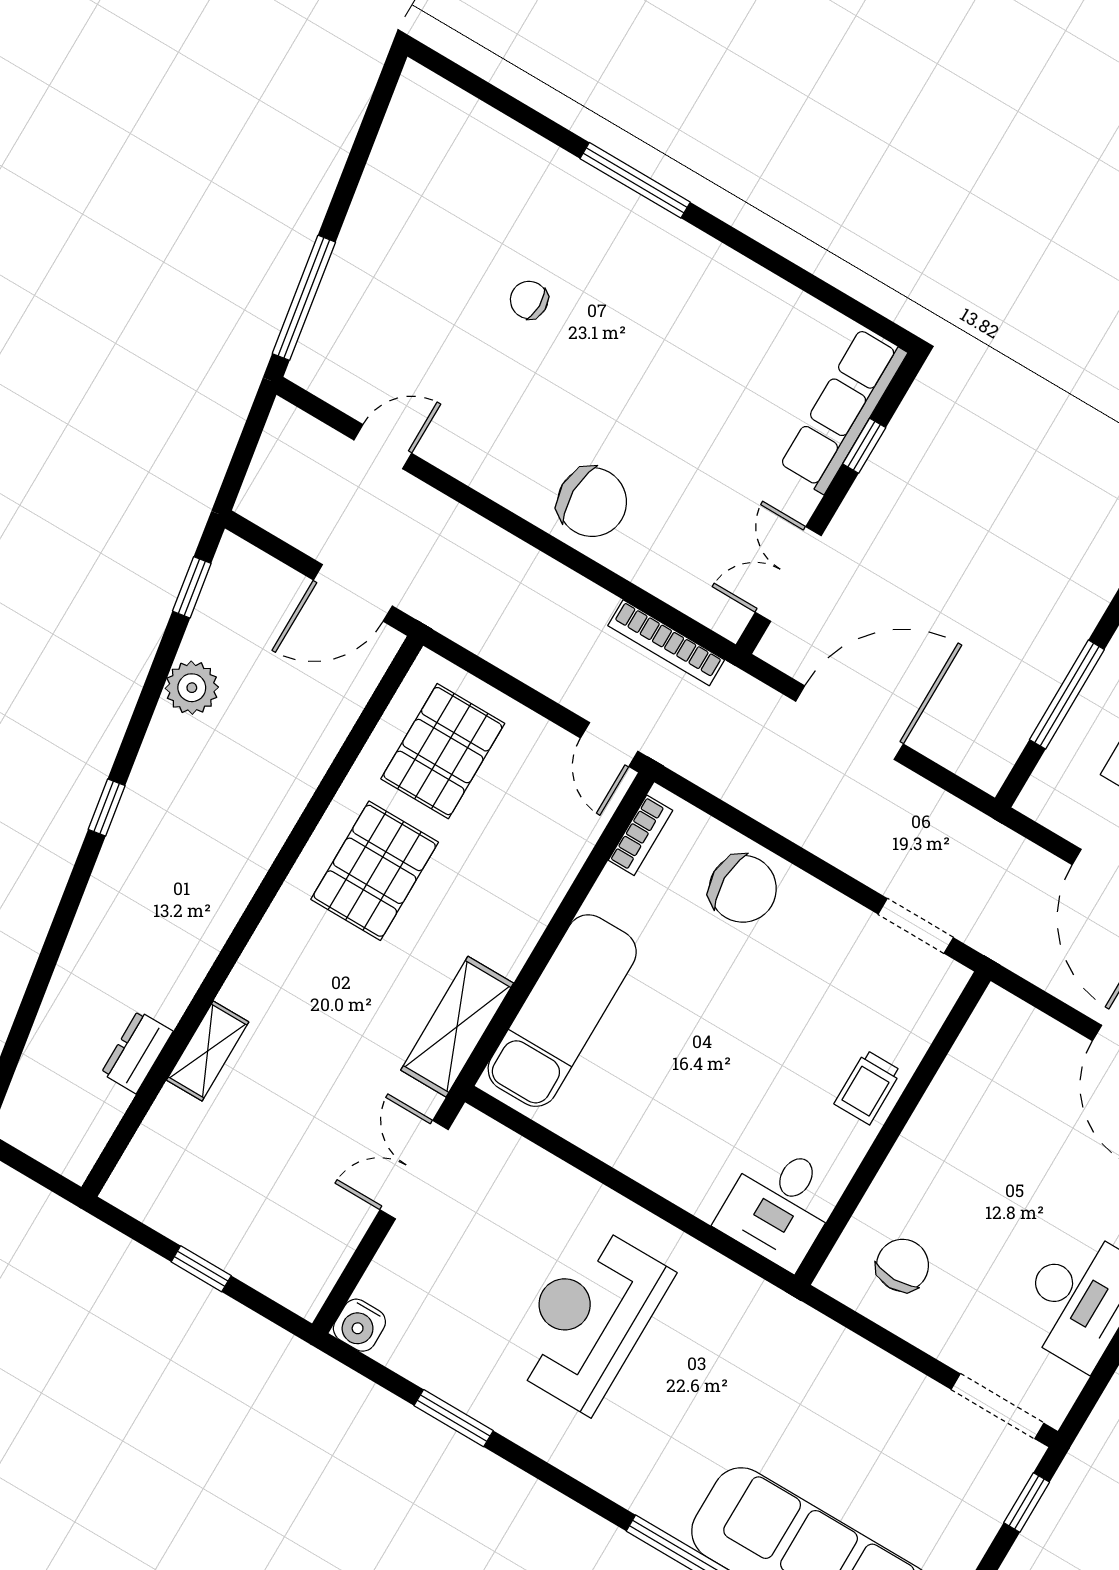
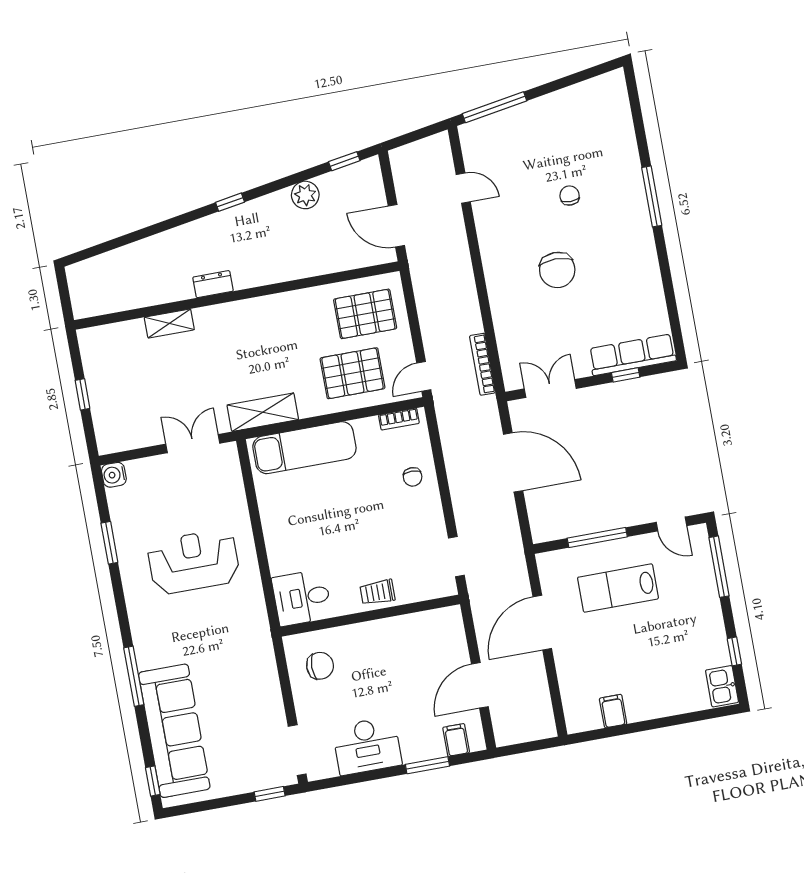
chair: (592, 502) -> (557, 270), moved
pallet: (375, 871) -> (352, 373), moved
chair: (743, 889) -> (413, 477), width x0.54, depth x0.54
dresser: (137, 1052) -> (213, 284), moved

